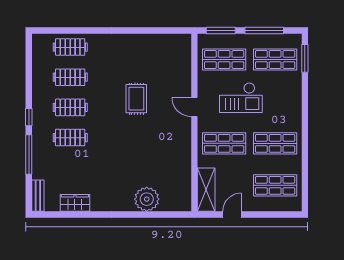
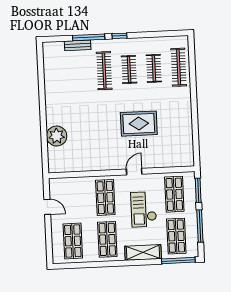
clothes rail: (70, 47) -> (179, 67), width x1.36
window: (305, 58) -> (178, 260), width x1.44
rug: (136, 99) -> (139, 124), width x1.36, depth x1.43
clothes rail: (70, 138) -> (104, 71), width x1.36
shelving: (206, 190) -> (143, 252), moved
bench: (38, 196) -> (78, 45), moved
wardrobe: (75, 203) -> (51, 77), removed

